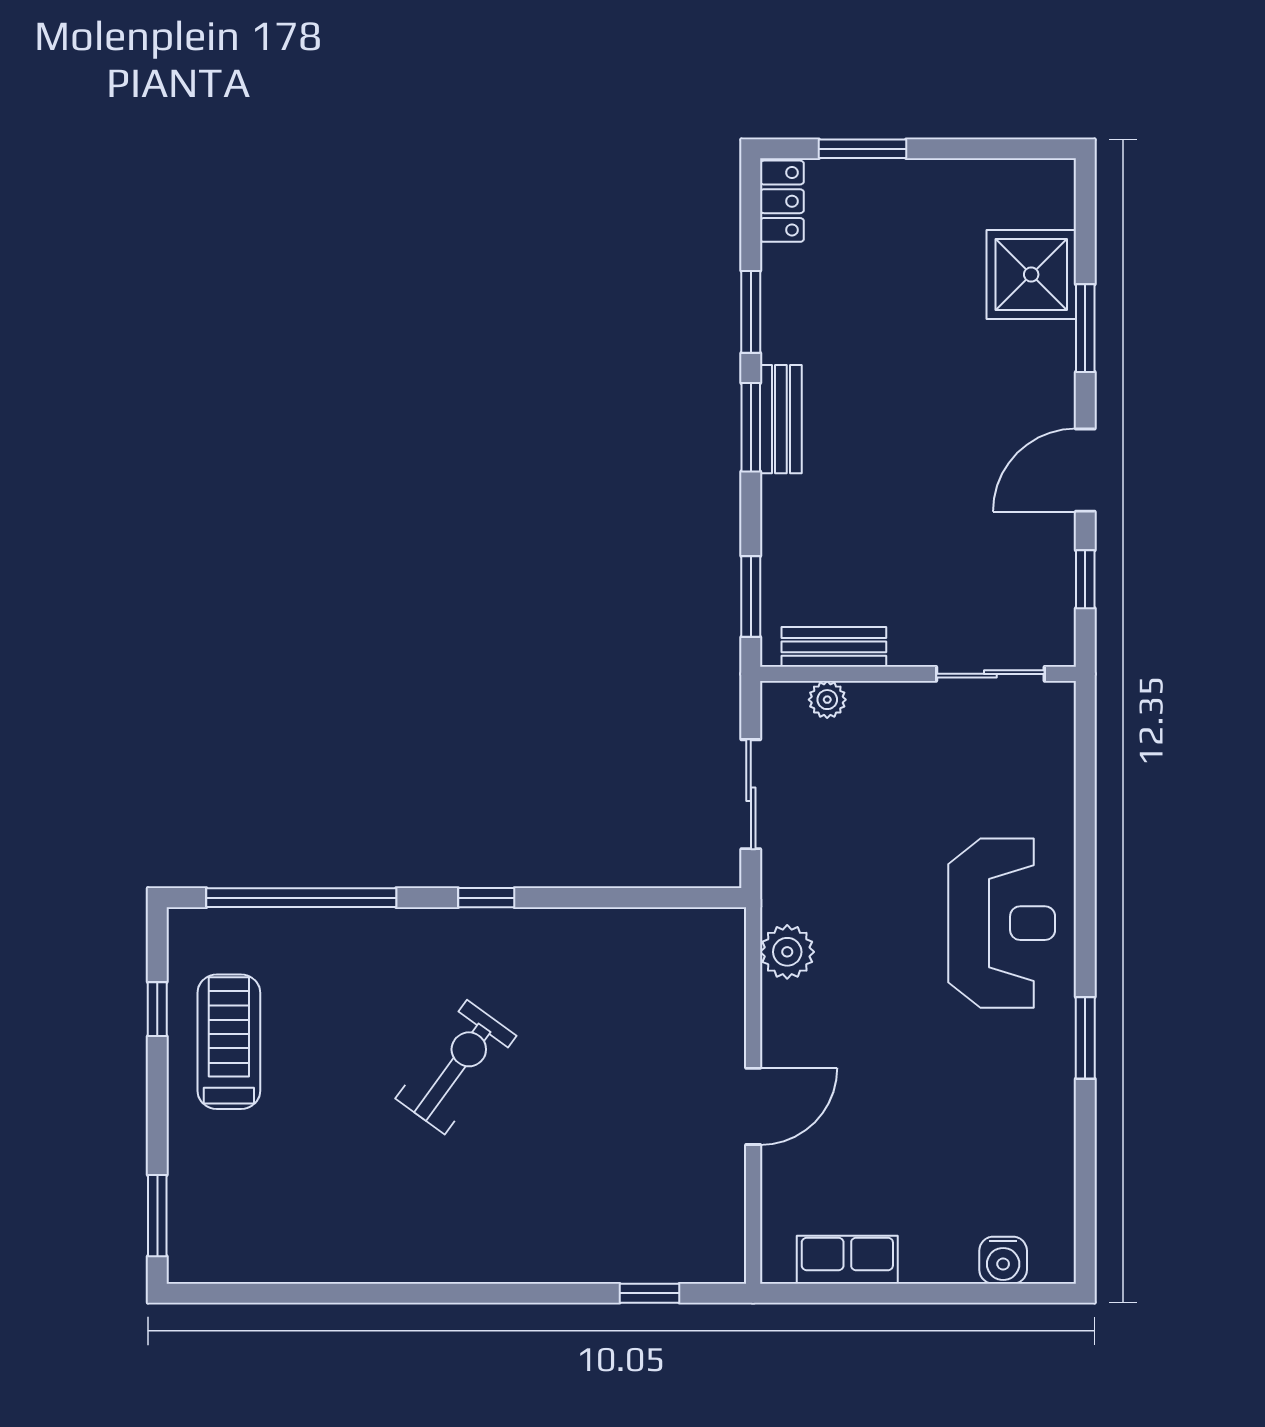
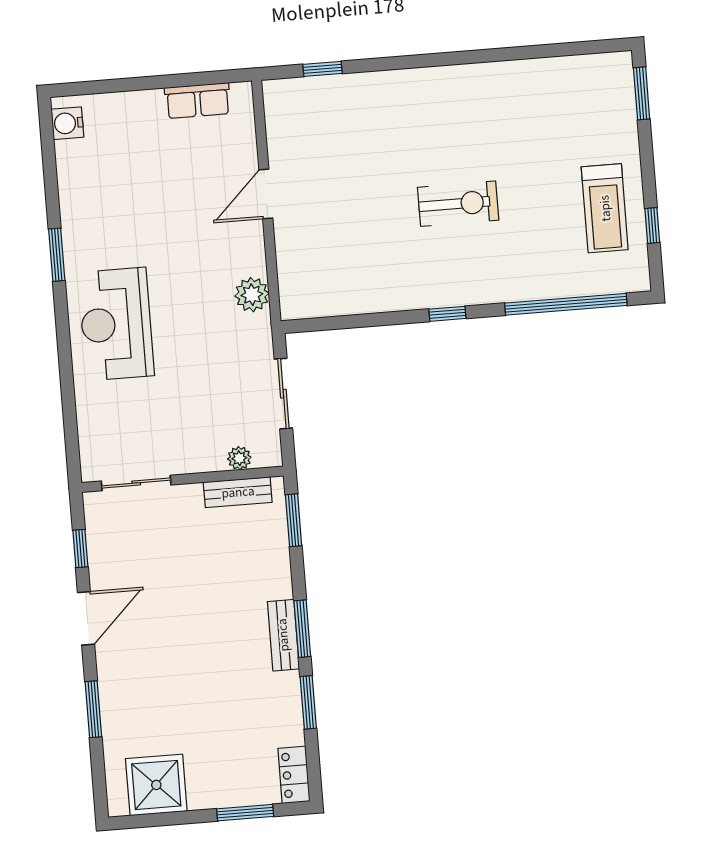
shower: (1031, 274) -> (156, 785), moved
exercise bike: (456, 1067) -> (458, 204), turned -126
water cooler: (1003, 1260) -> (67, 123), moved, turned -90

